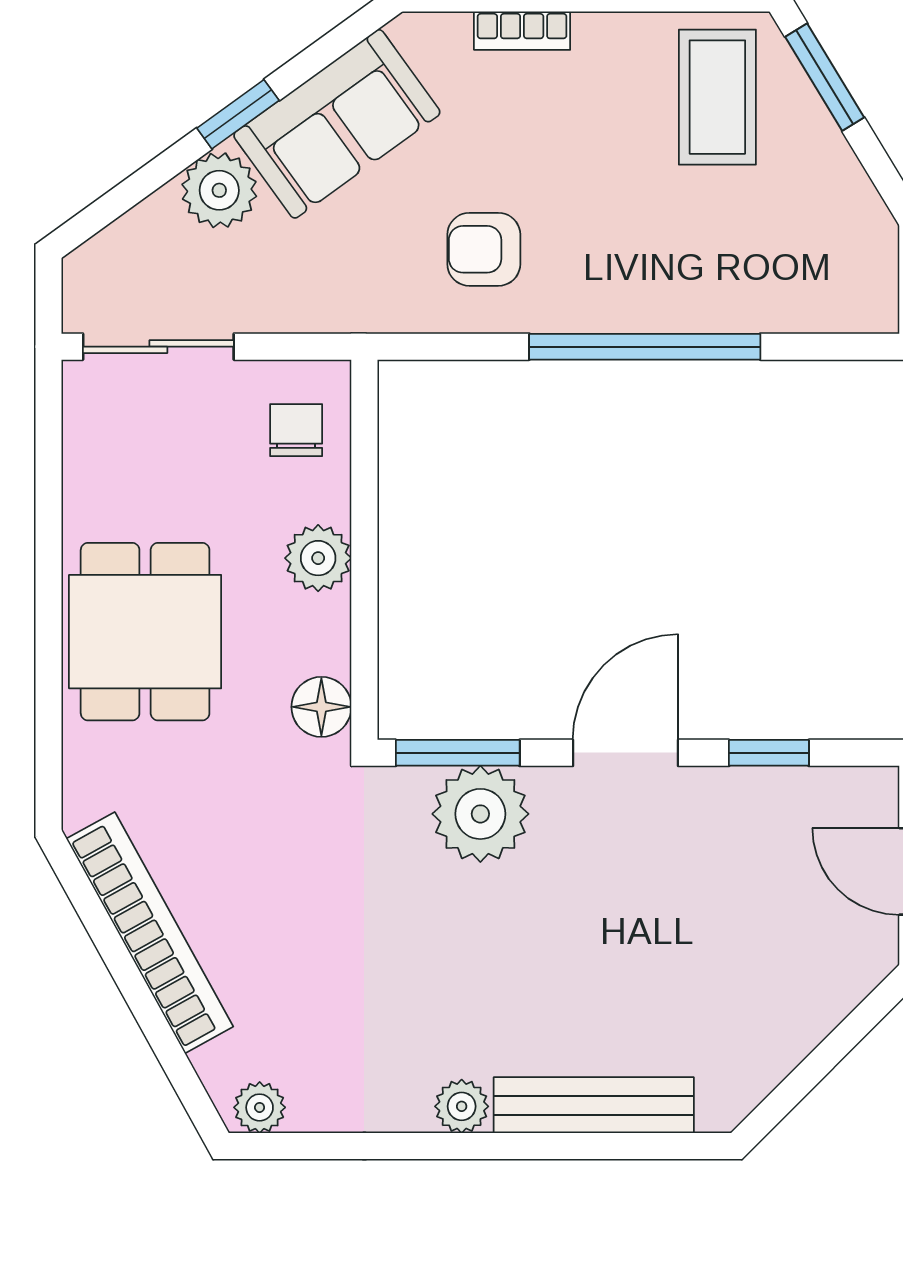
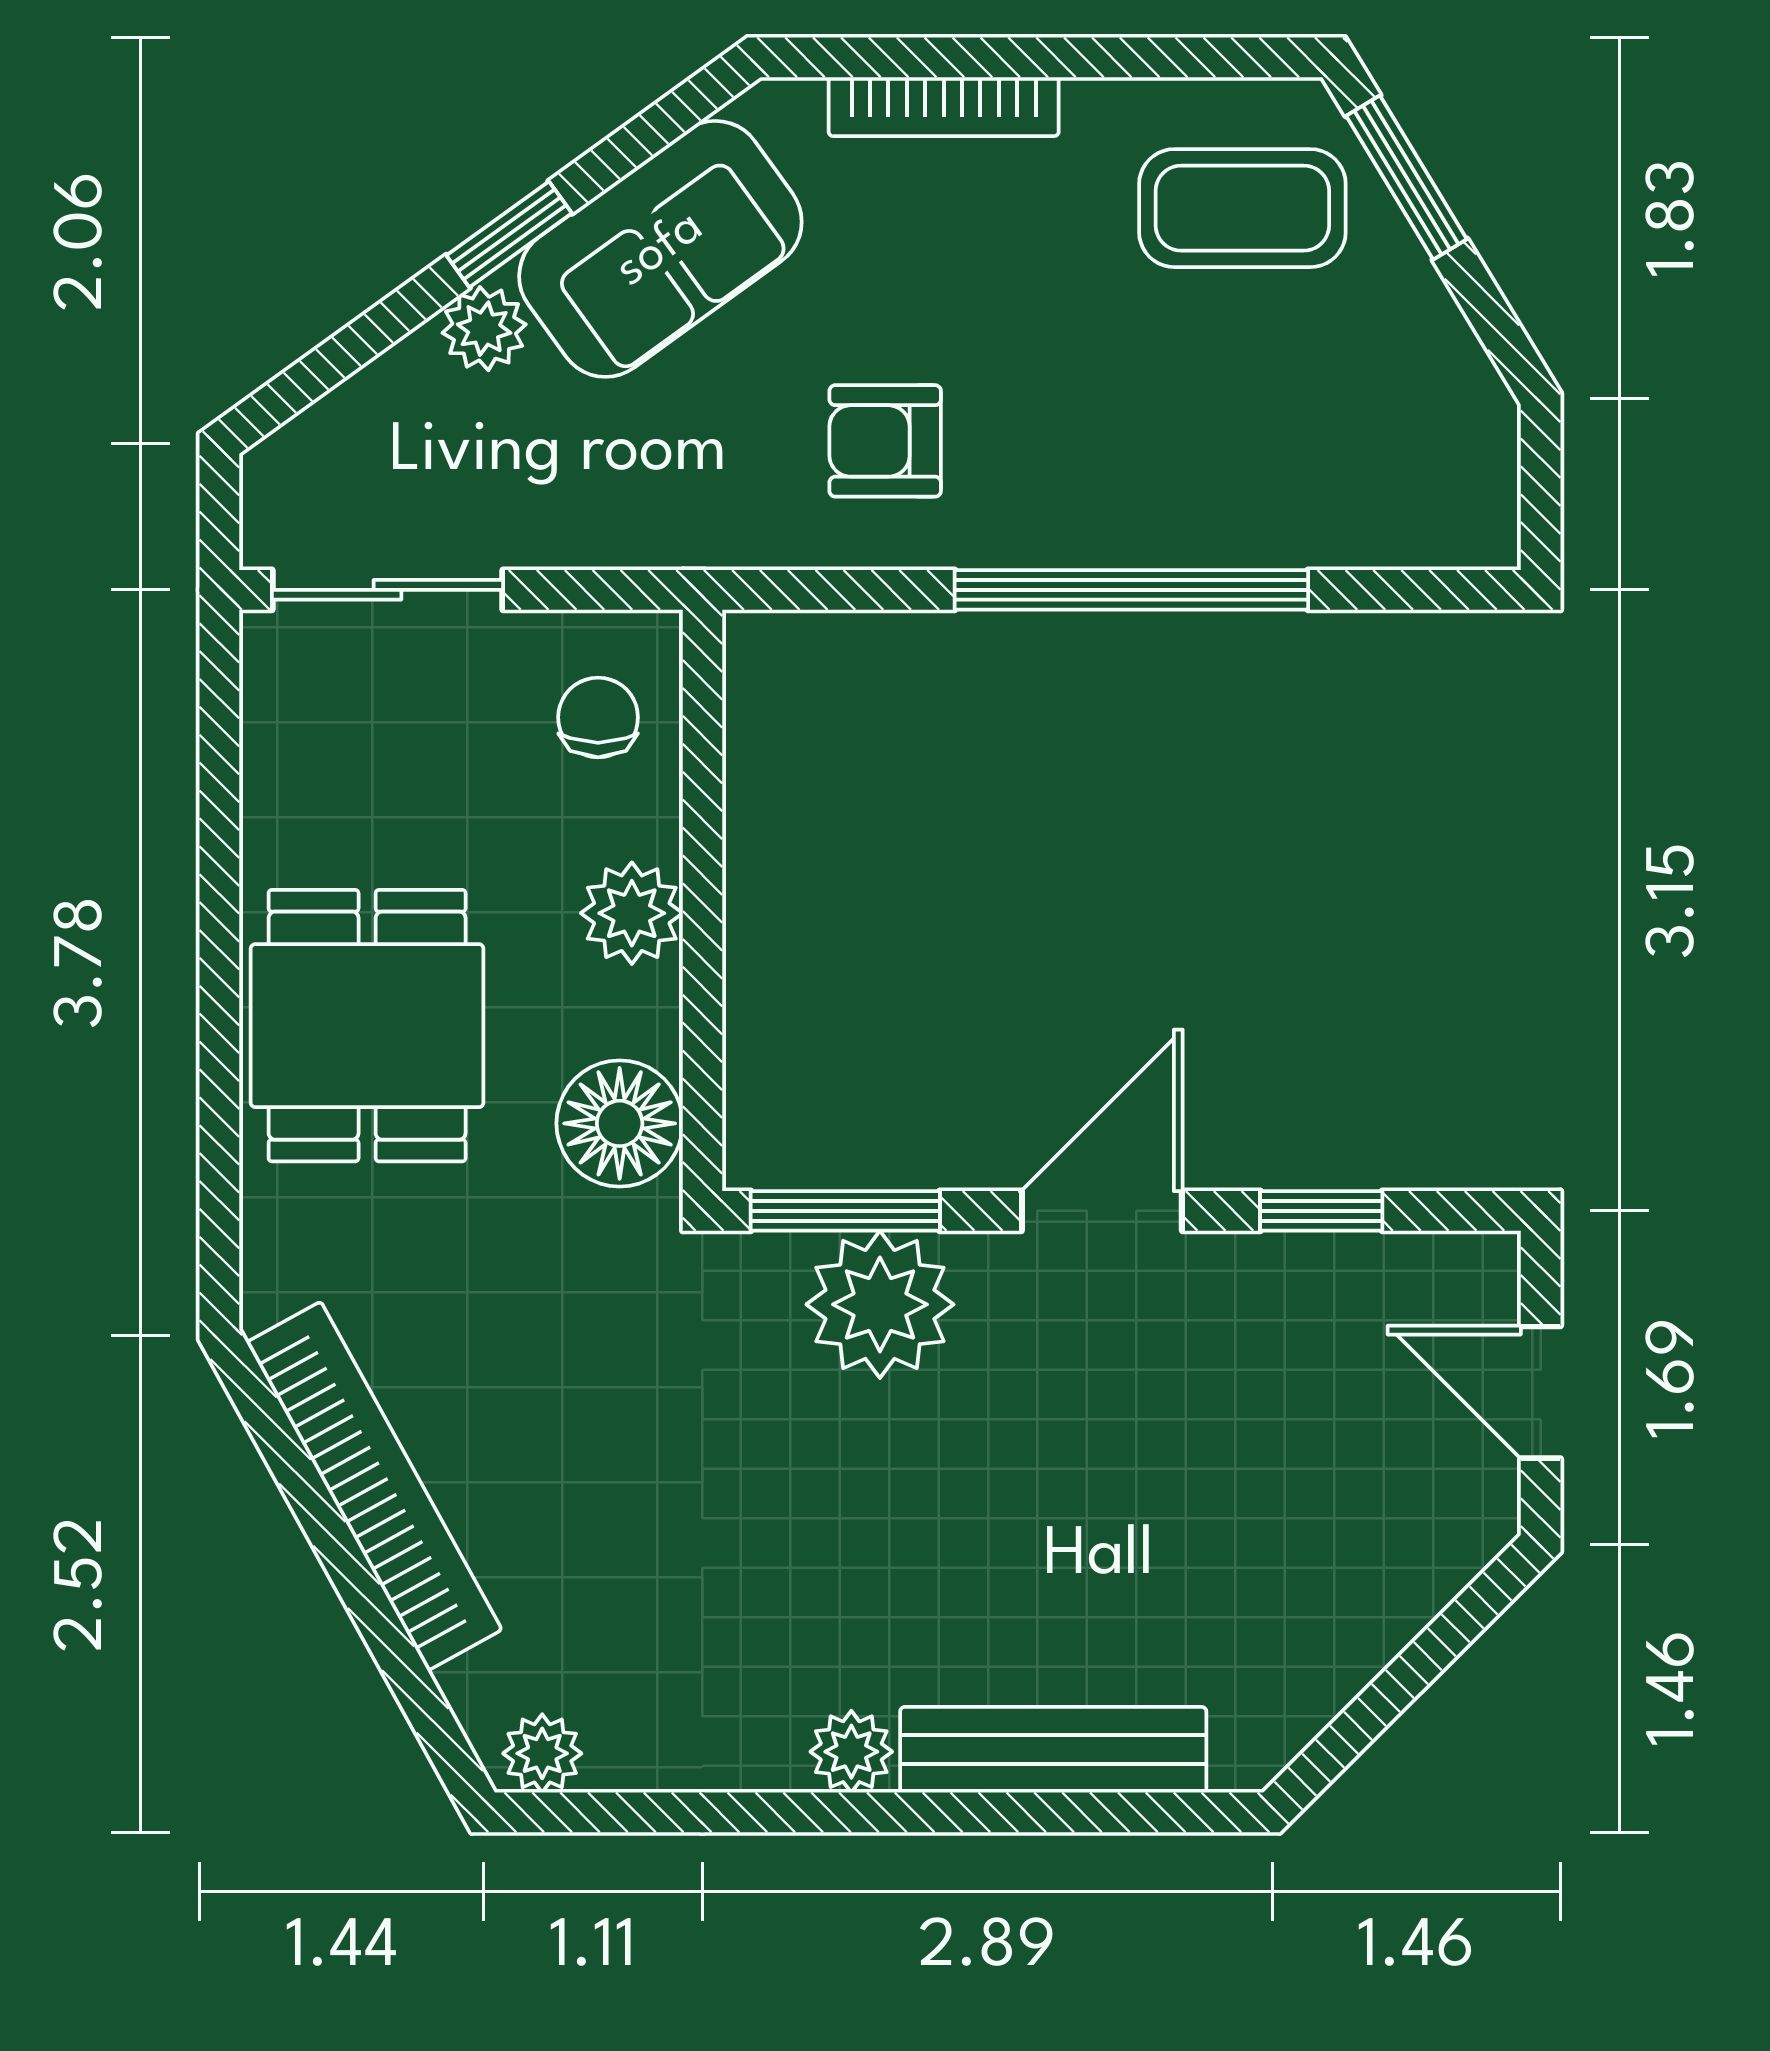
bookcase: (522, 31) -> (944, 107), width x1.56
coffee table: (717, 97) -> (1242, 208), turned 90
plant: (219, 190) -> (484, 329), width x0.73, depth x0.73
floor lamp: (321, 707) -> (620, 1123), width x1.38, depth x1.38

